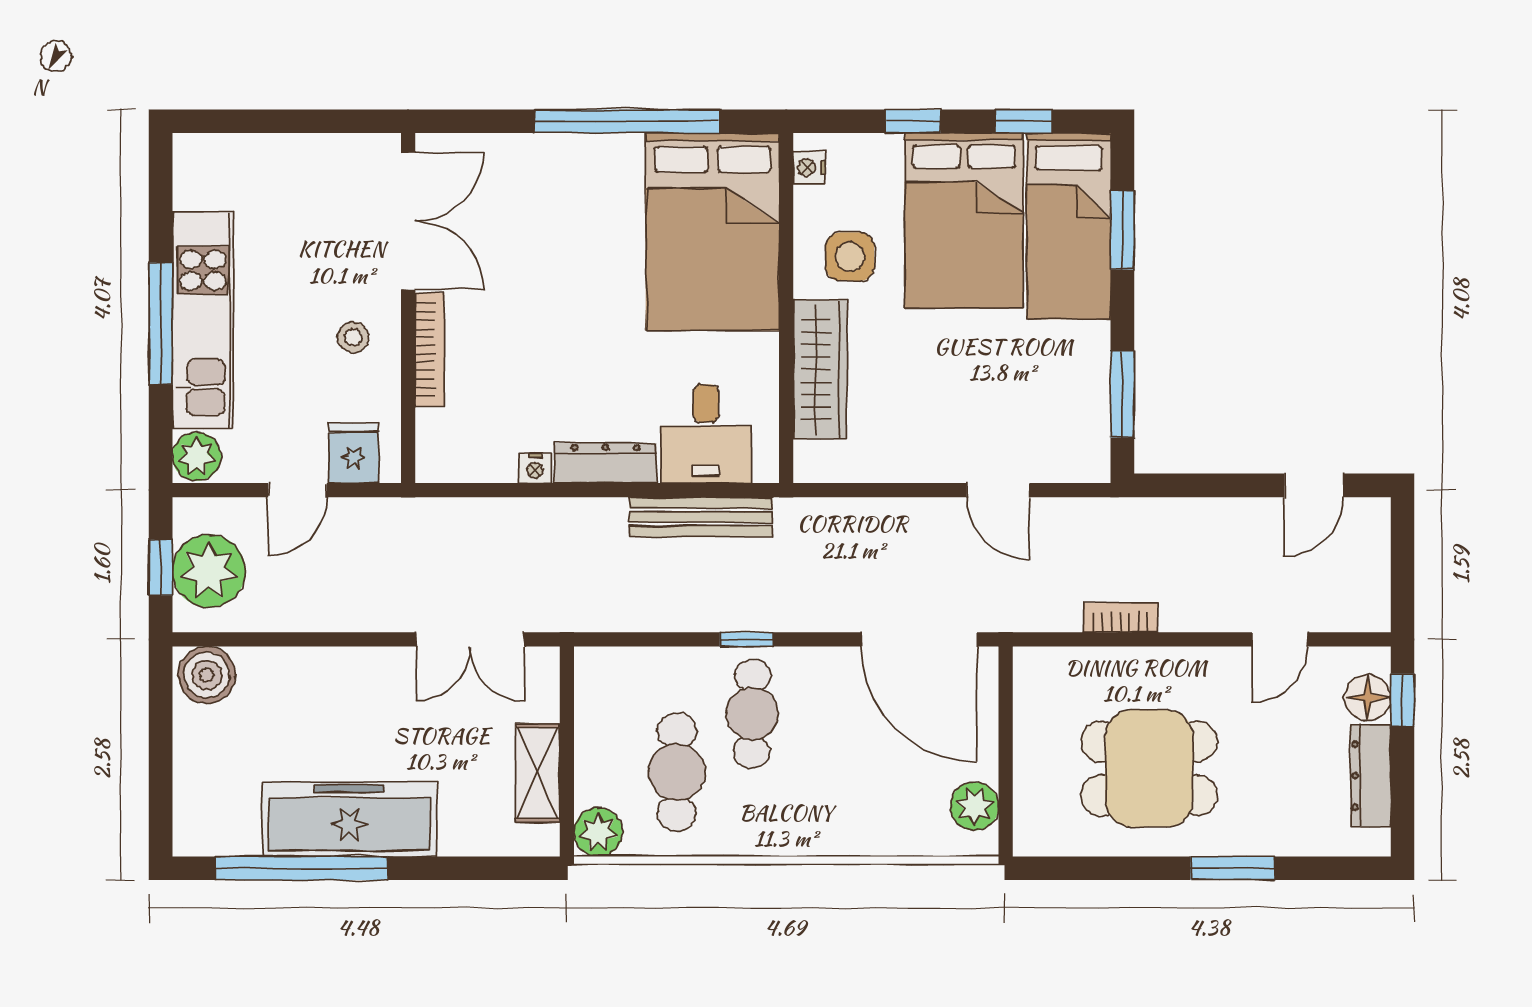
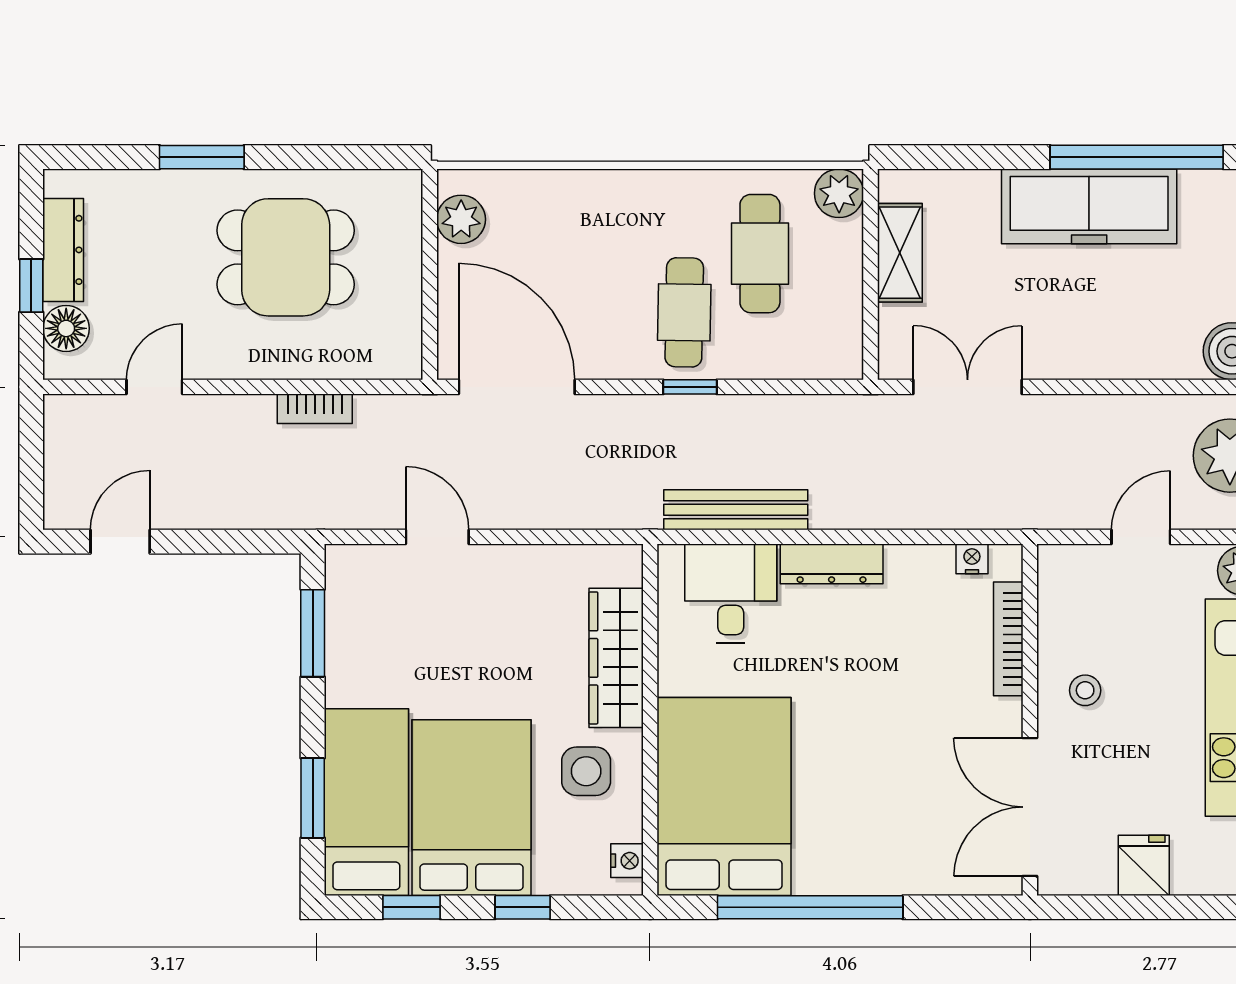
bookcase: (430, 350) -> (1008, 639), moved
fridge: (354, 453) -> (1144, 865), moved, turned 180
nightstand: (535, 468) -> (972, 559), moved
window: (1402, 700) -> (31, 286), moved

